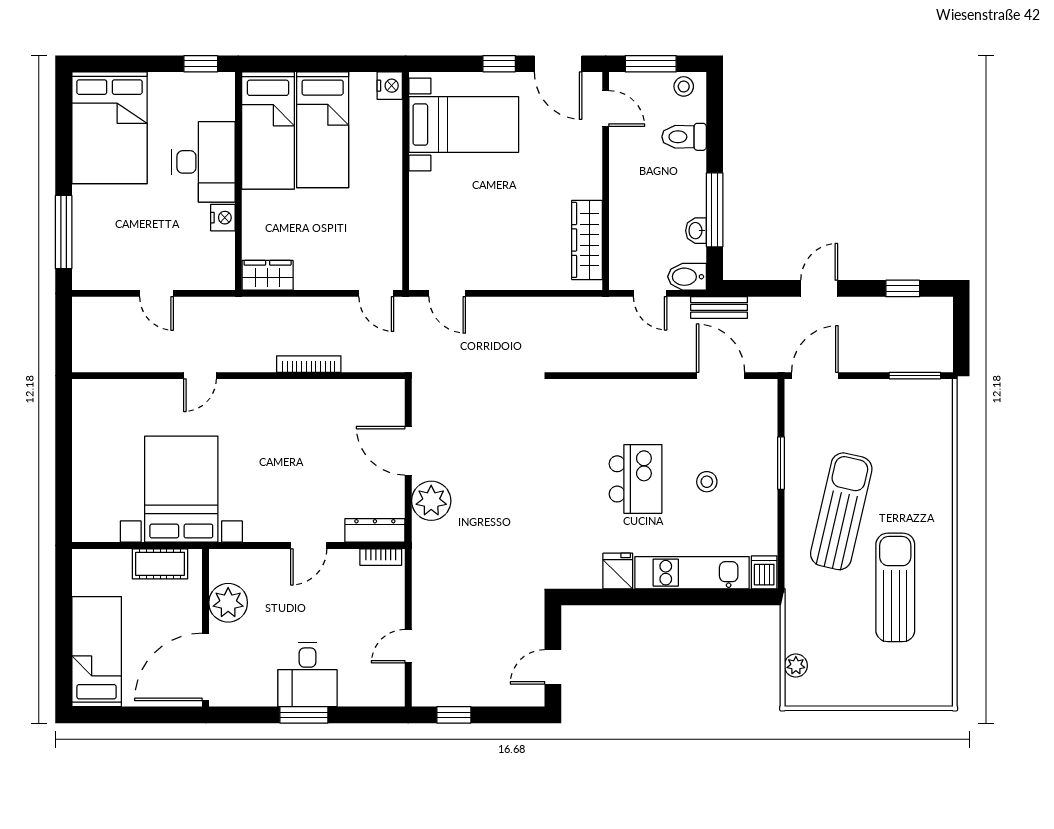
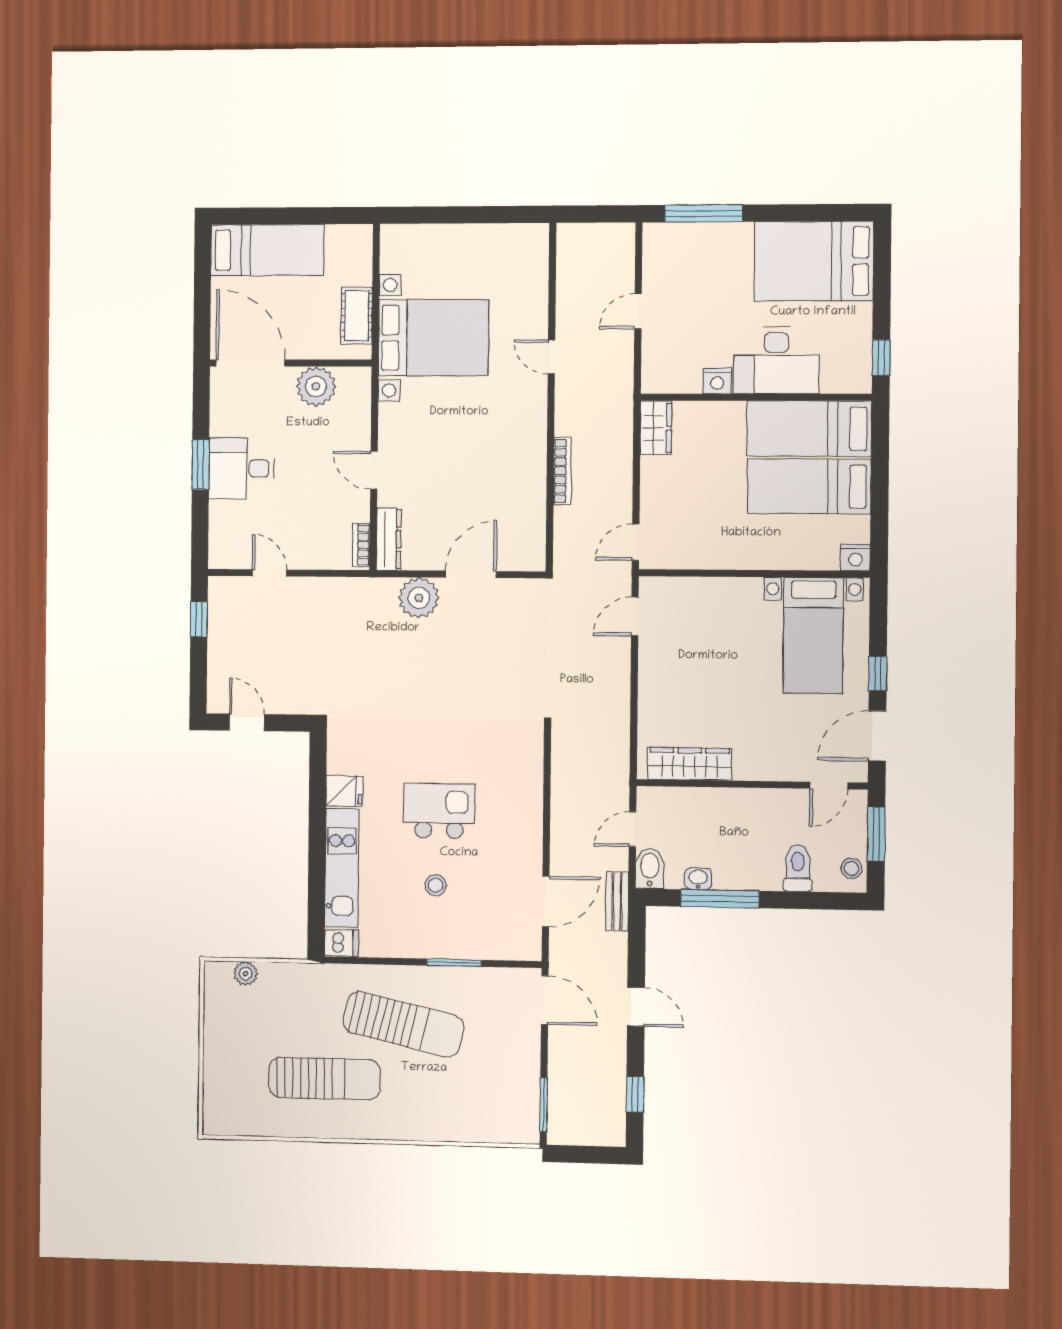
kitchen island: (636, 479) -> (439, 811), turned 180

